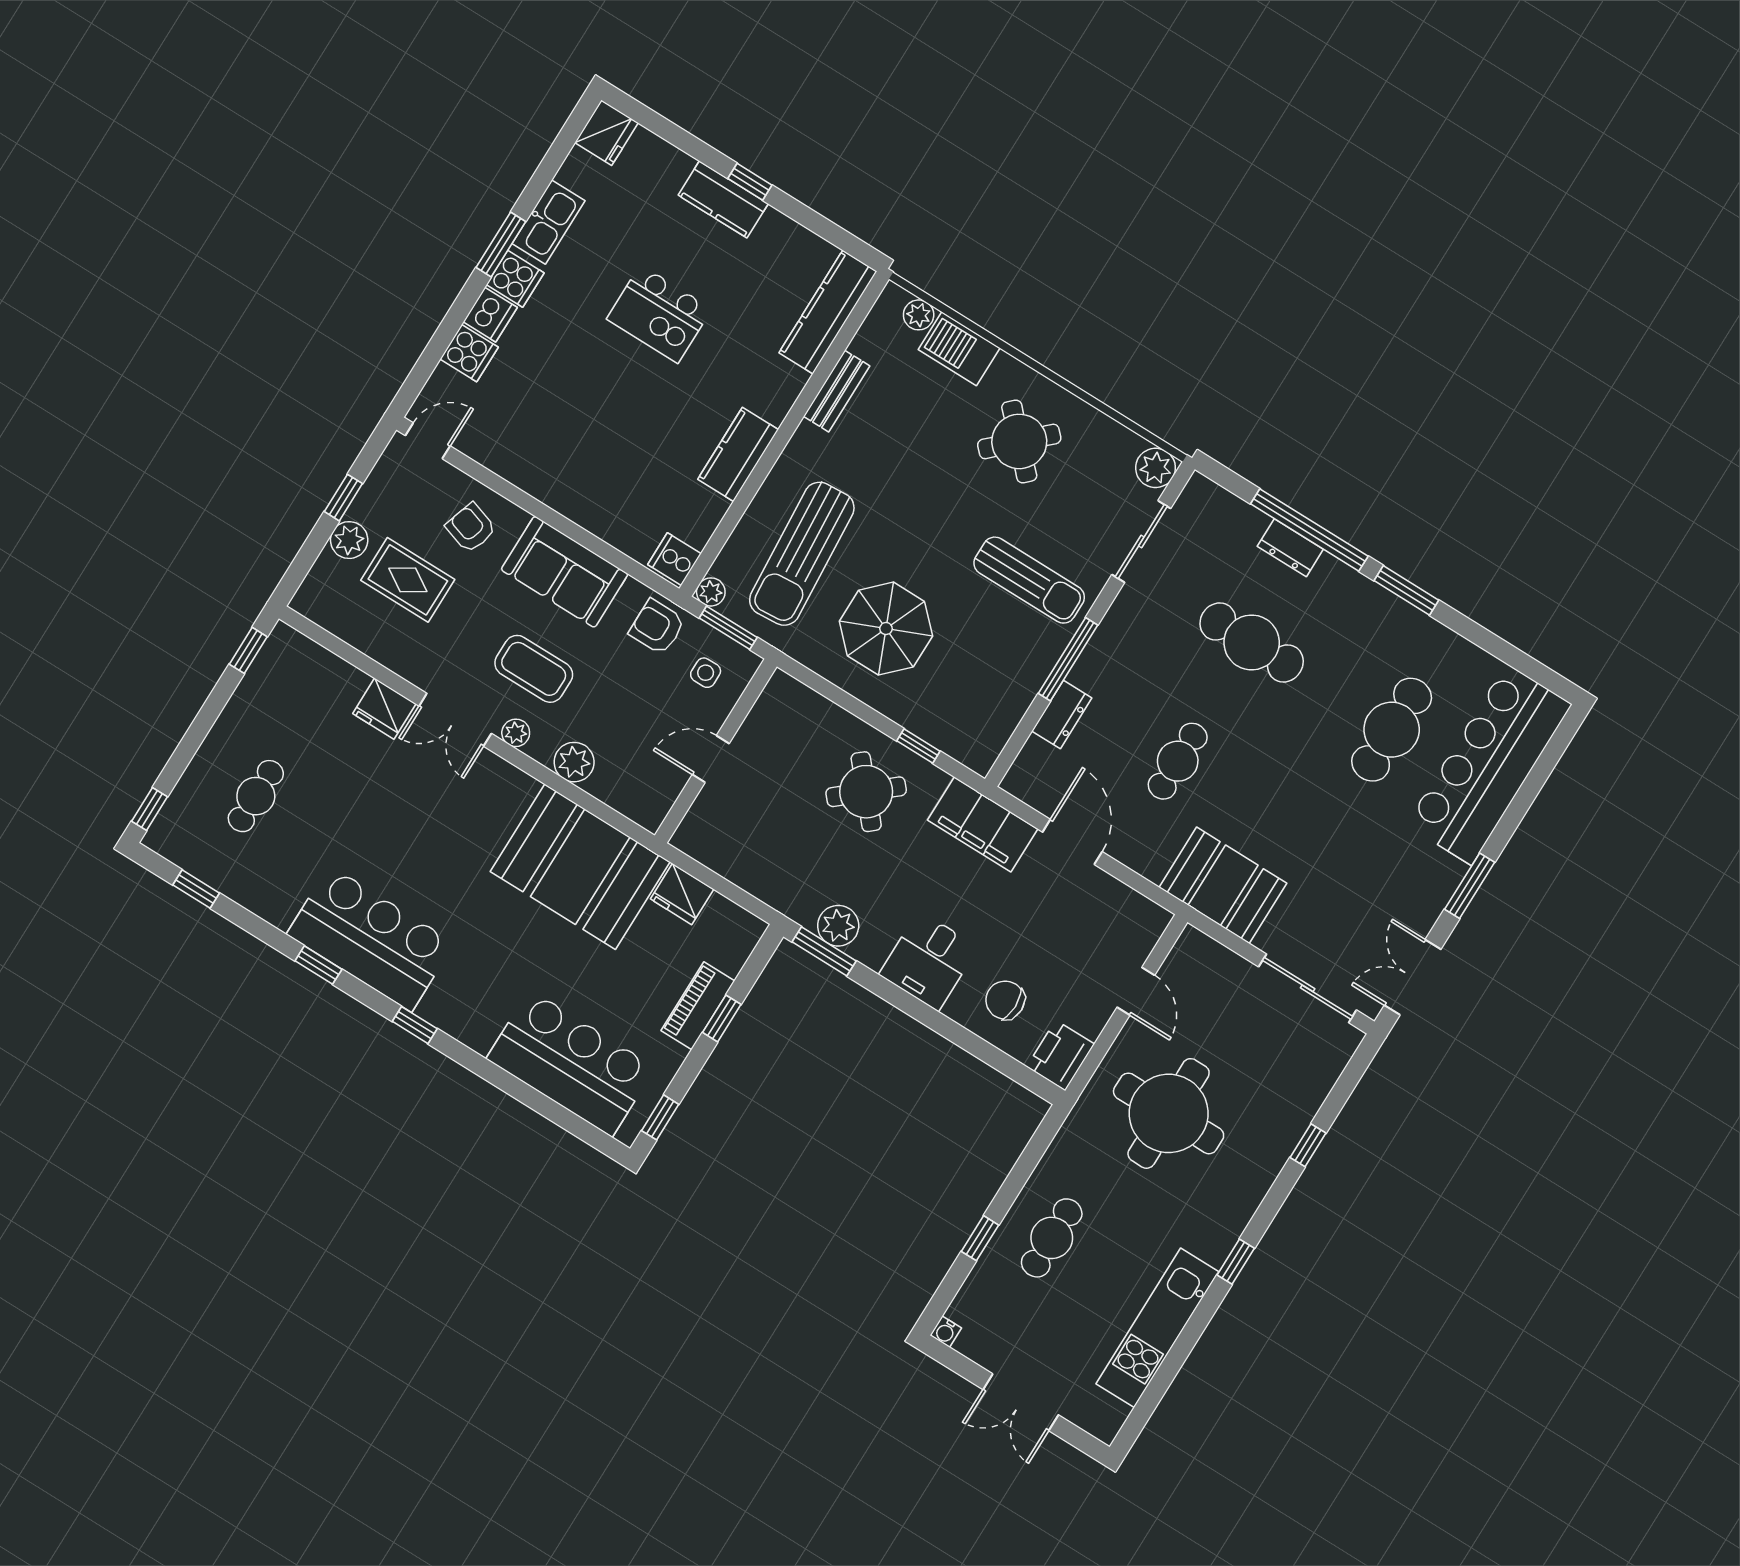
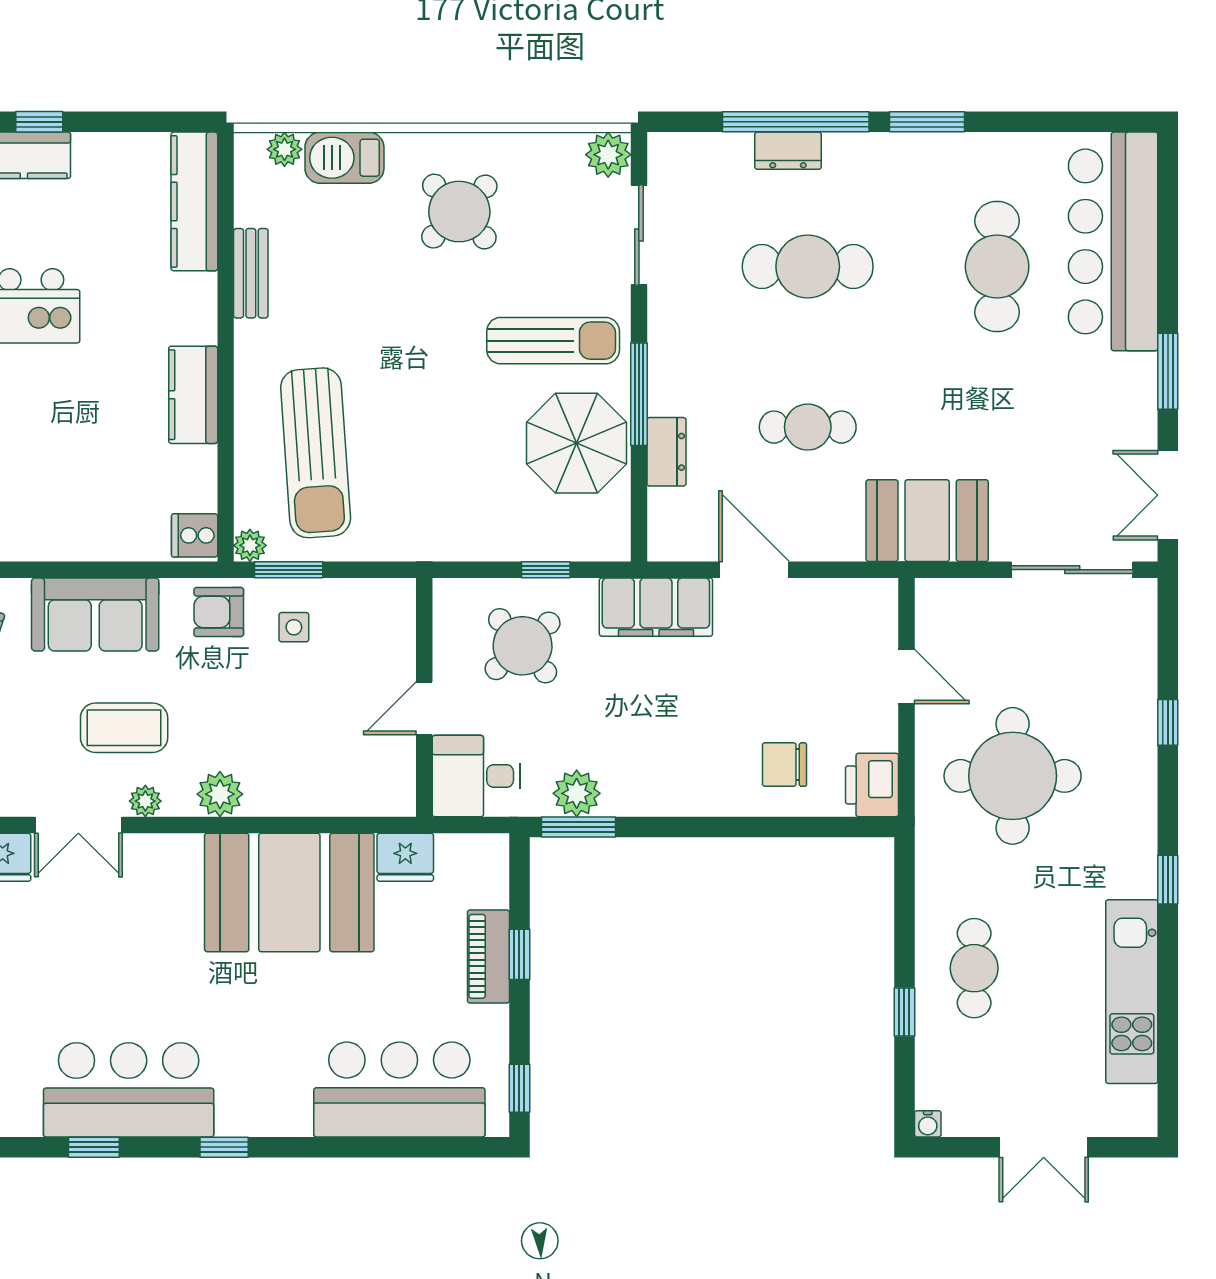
parasol: (886, 629) -> (576, 443), moved
wall: (716, 751) -> (424, 697), moved
door: (711, 759) -> (424, 708), moved
cafe table: (1178, 761) -> (808, 427), turned 90
desk: (928, 961) -> (476, 776), moved, turned 90

